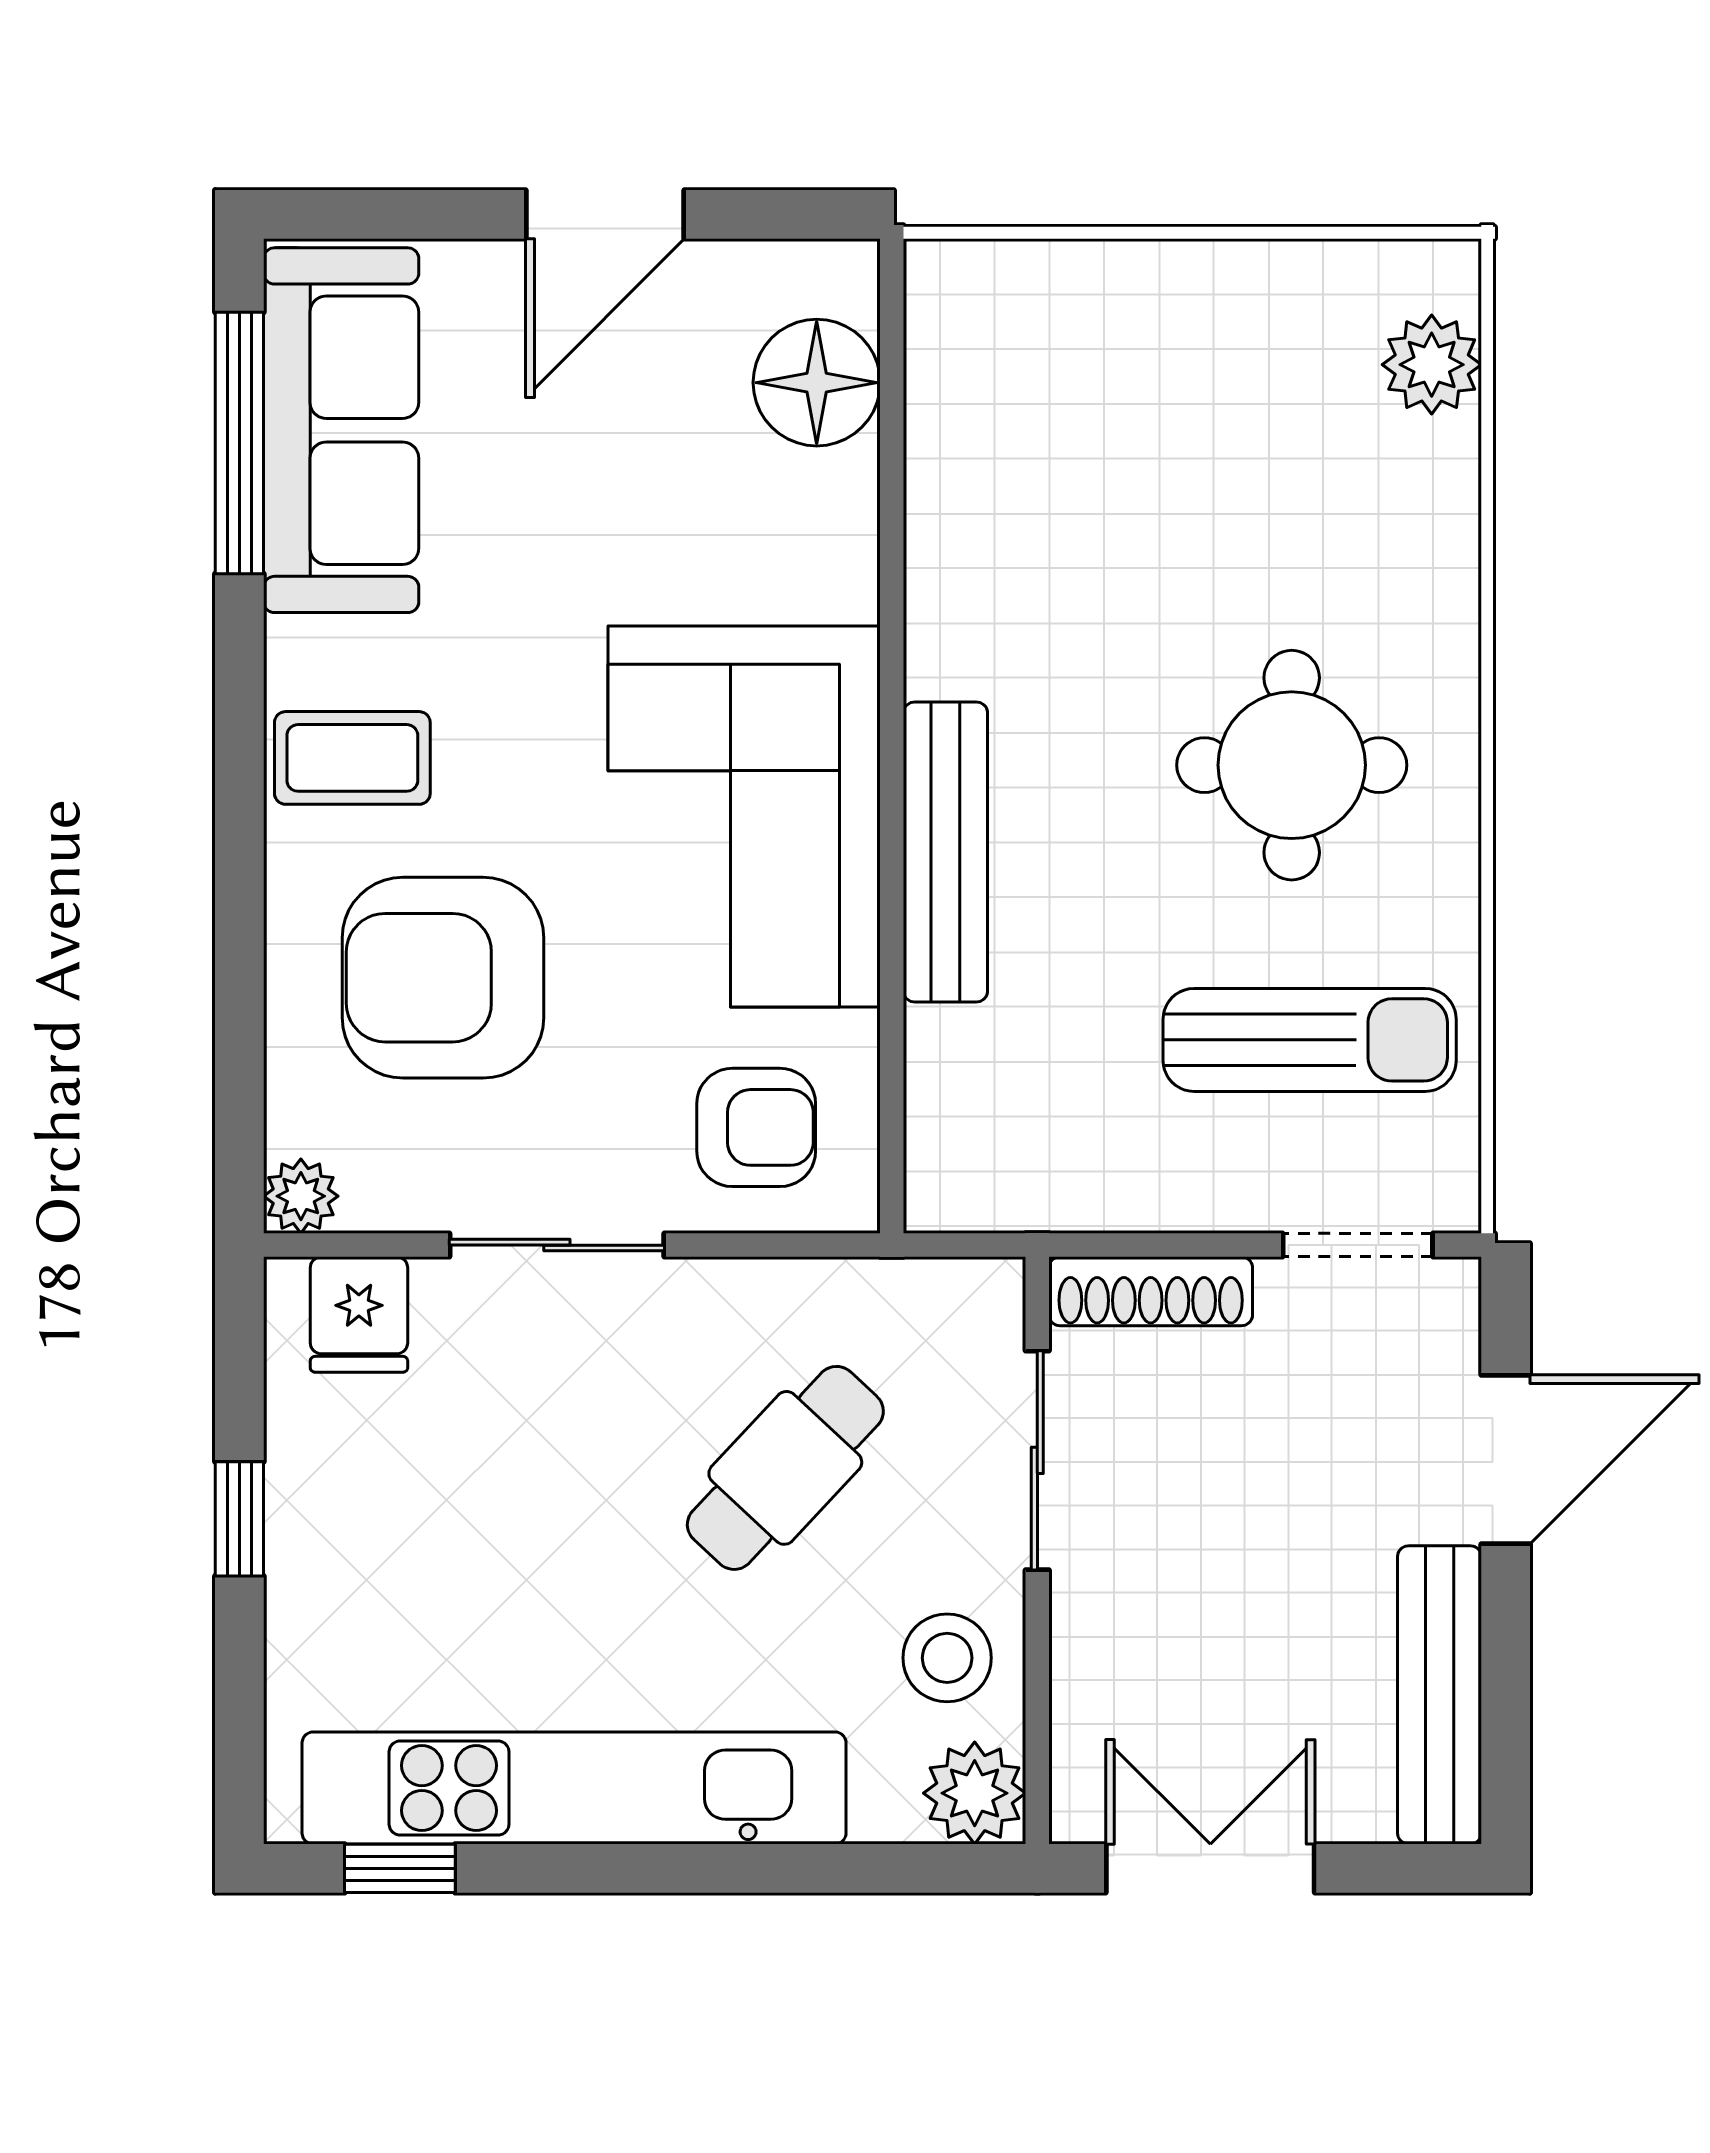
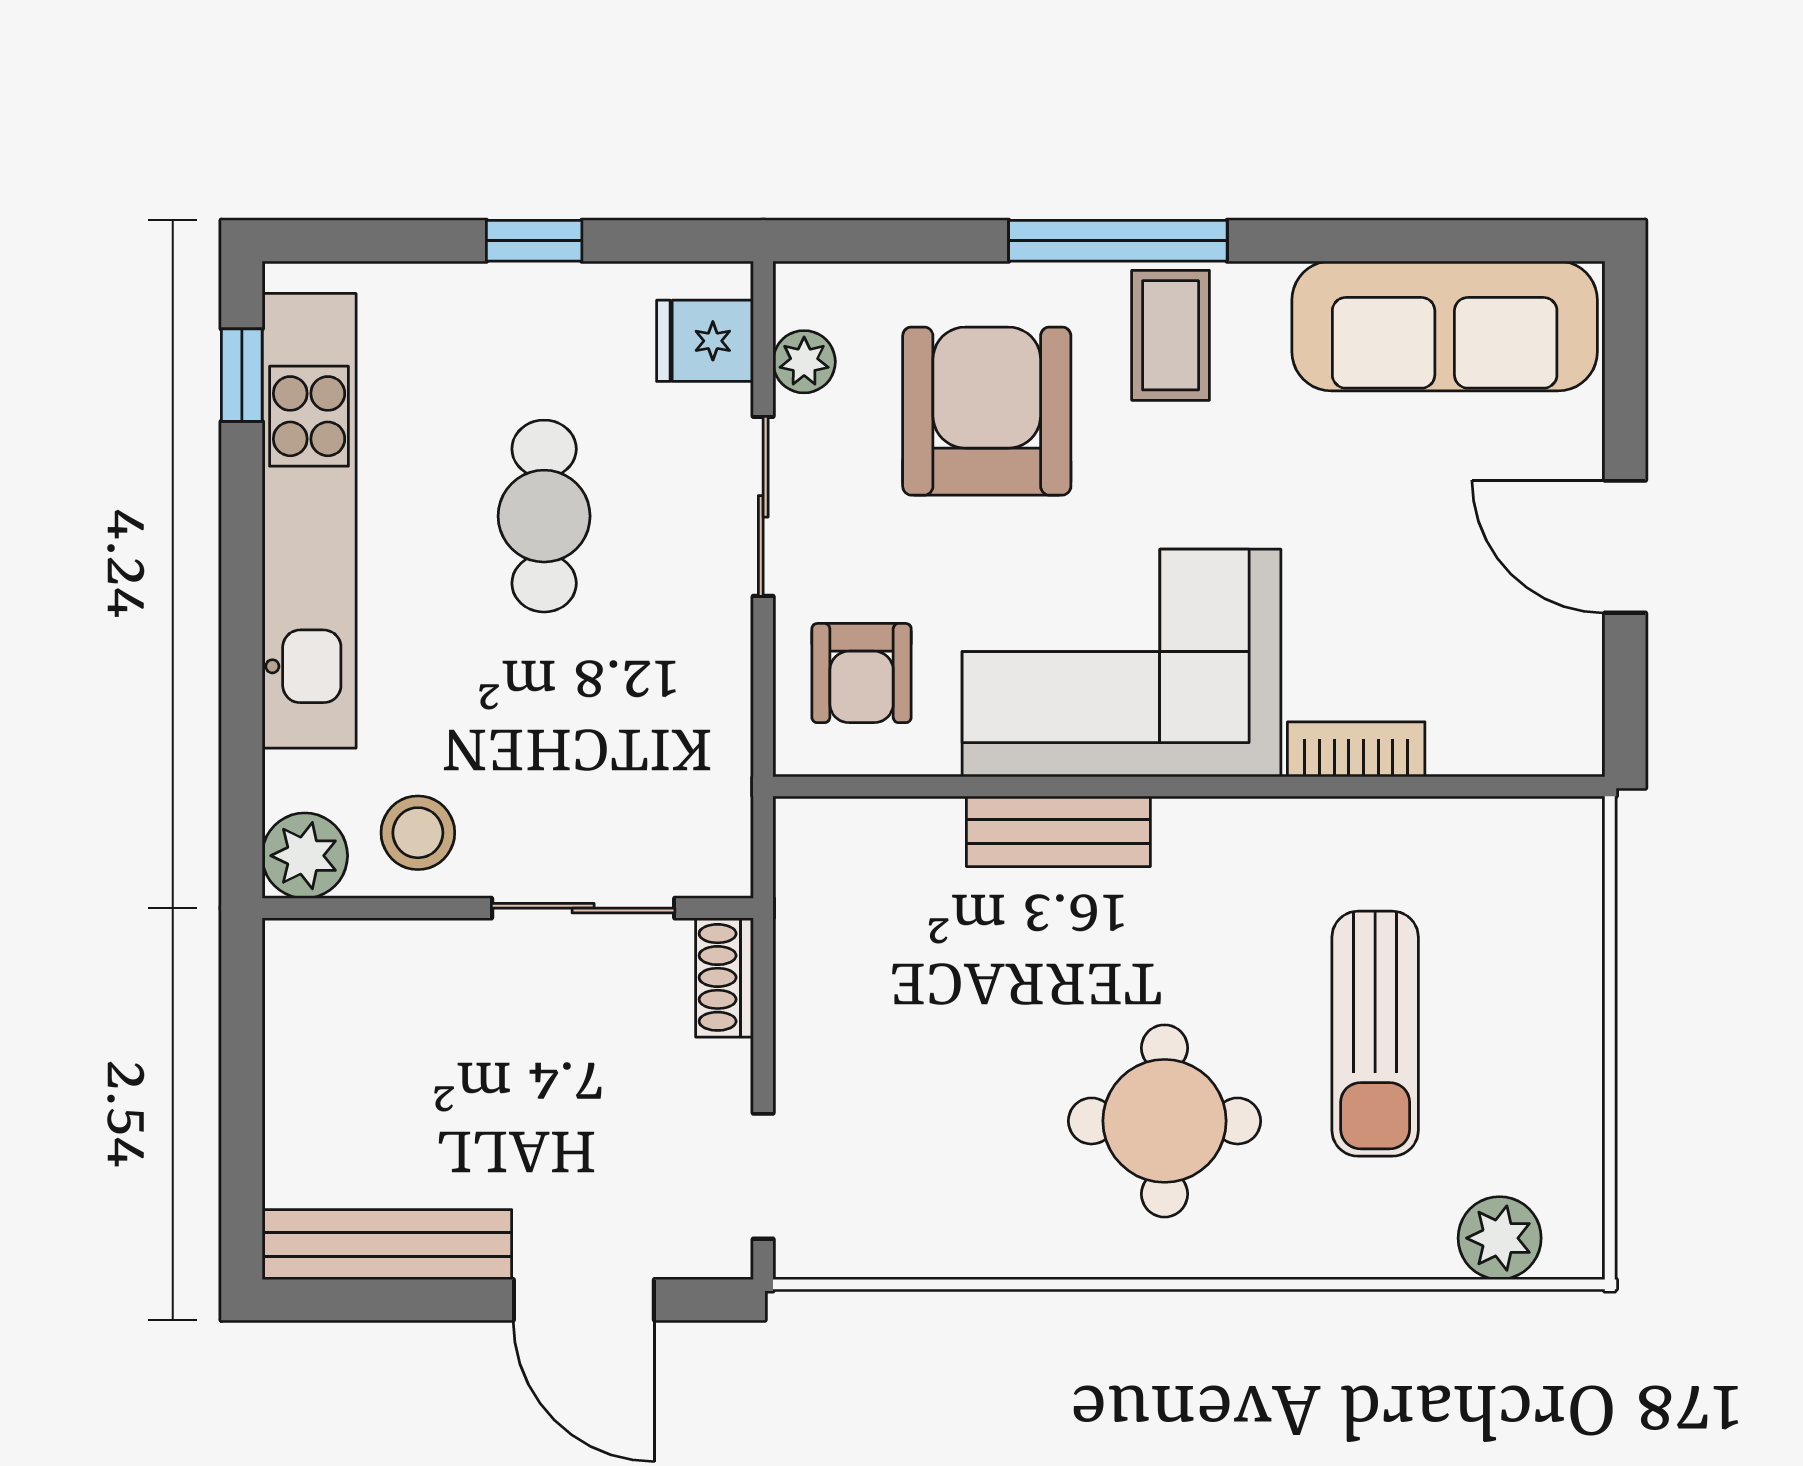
floor lamp: (817, 383) -> (1484, 724), removed
window: (239, 443) -> (1118, 241), moved
bookcase: (847, 536) -> (1356, 749), added
bench: (945, 852) -> (1058, 831), width x0.73
sun lounger: (1310, 1040) -> (1375, 1034), moved
plant: (301, 1196) -> (804, 362), moved
shoe rack: (1151, 1291) -> (724, 977), width x0.70
cafe table: (785, 1468) -> (544, 516), moved, turned 47
double door: (1210, 1868) -> (242, 1053), removed

